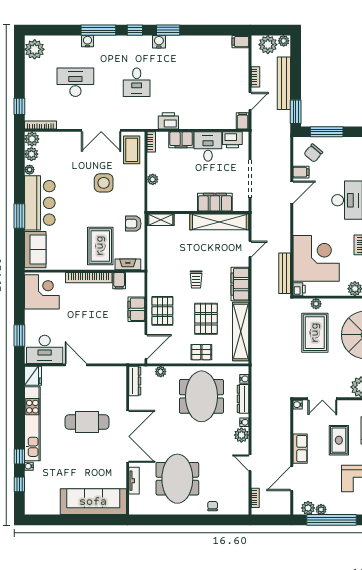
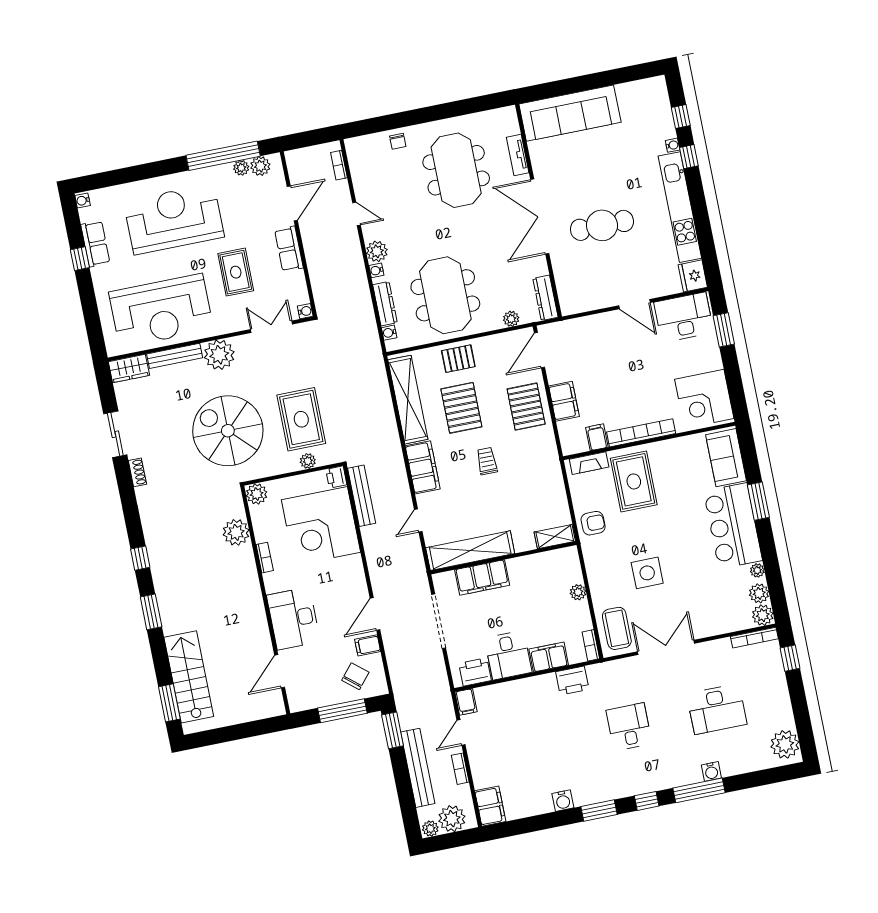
water cooler: (159, 42) -> (563, 801), moved
filing cabinet: (240, 42) -> (490, 806), width x2.00

